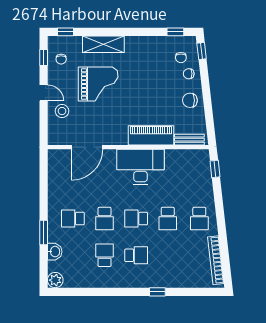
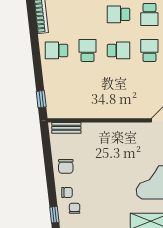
chair: (190, 100) -> (66, 166), turned 90
piano: (151, 135) -> (104, 132), removed
desk: (141, 167) -> (114, 101), removed
school desk: (199, 219) -> (57, 50), turned -90

